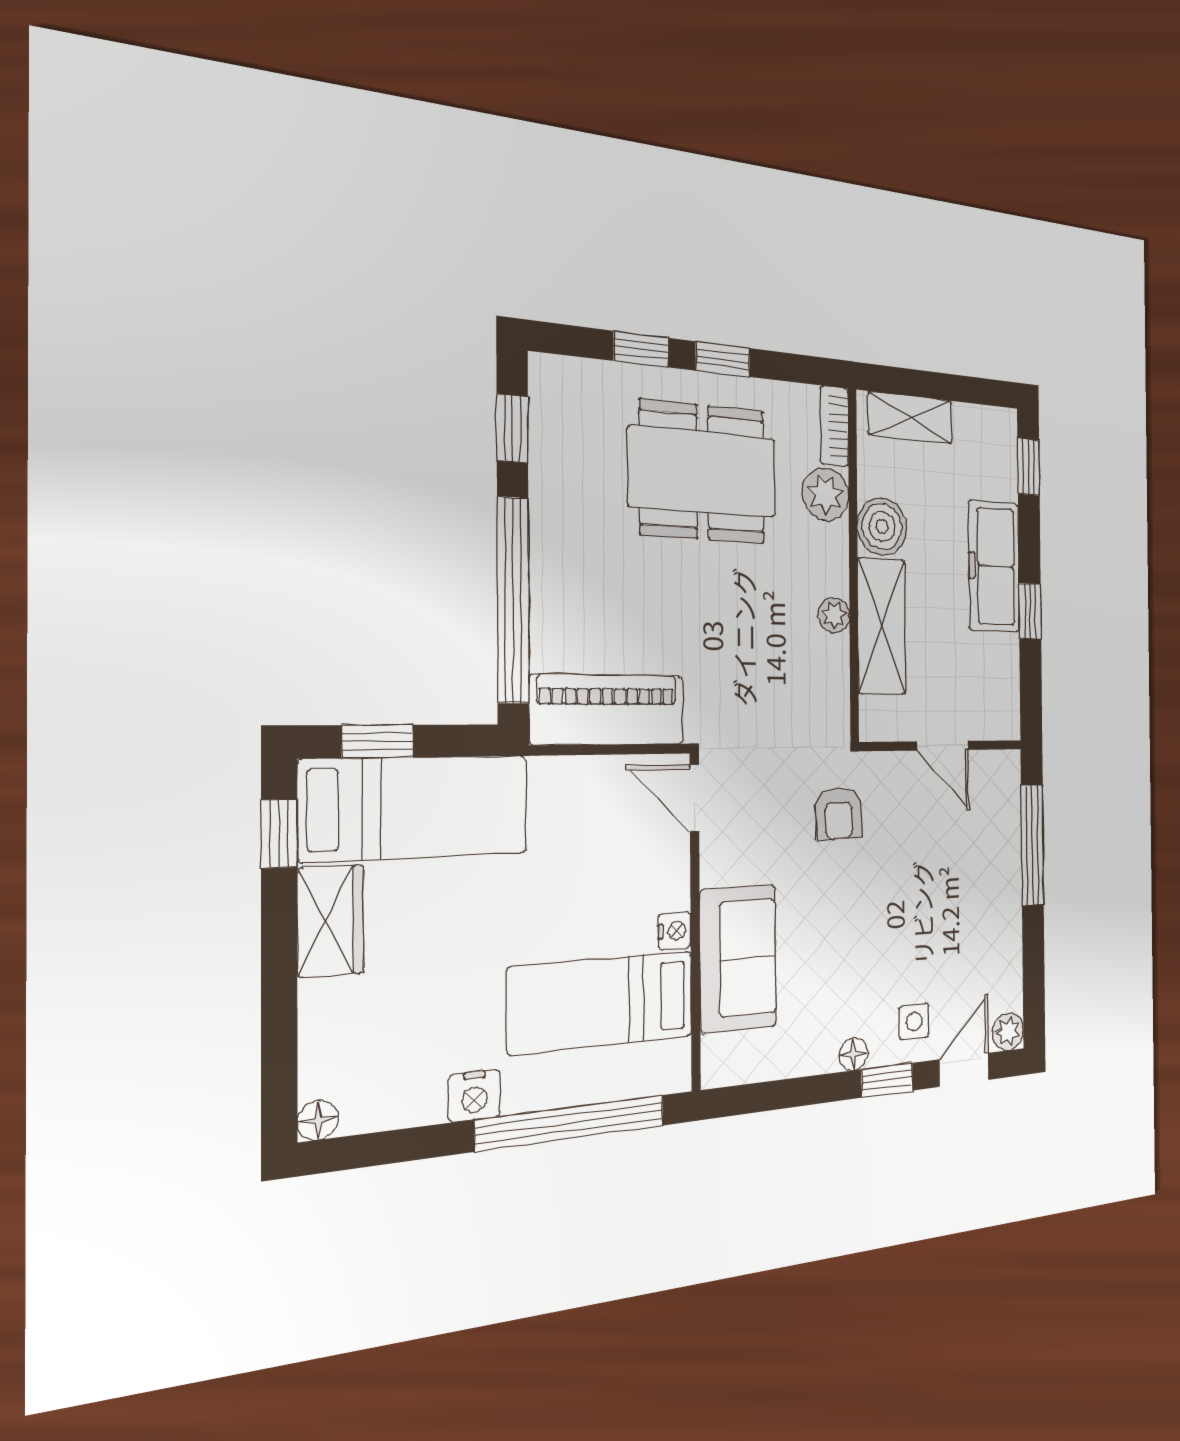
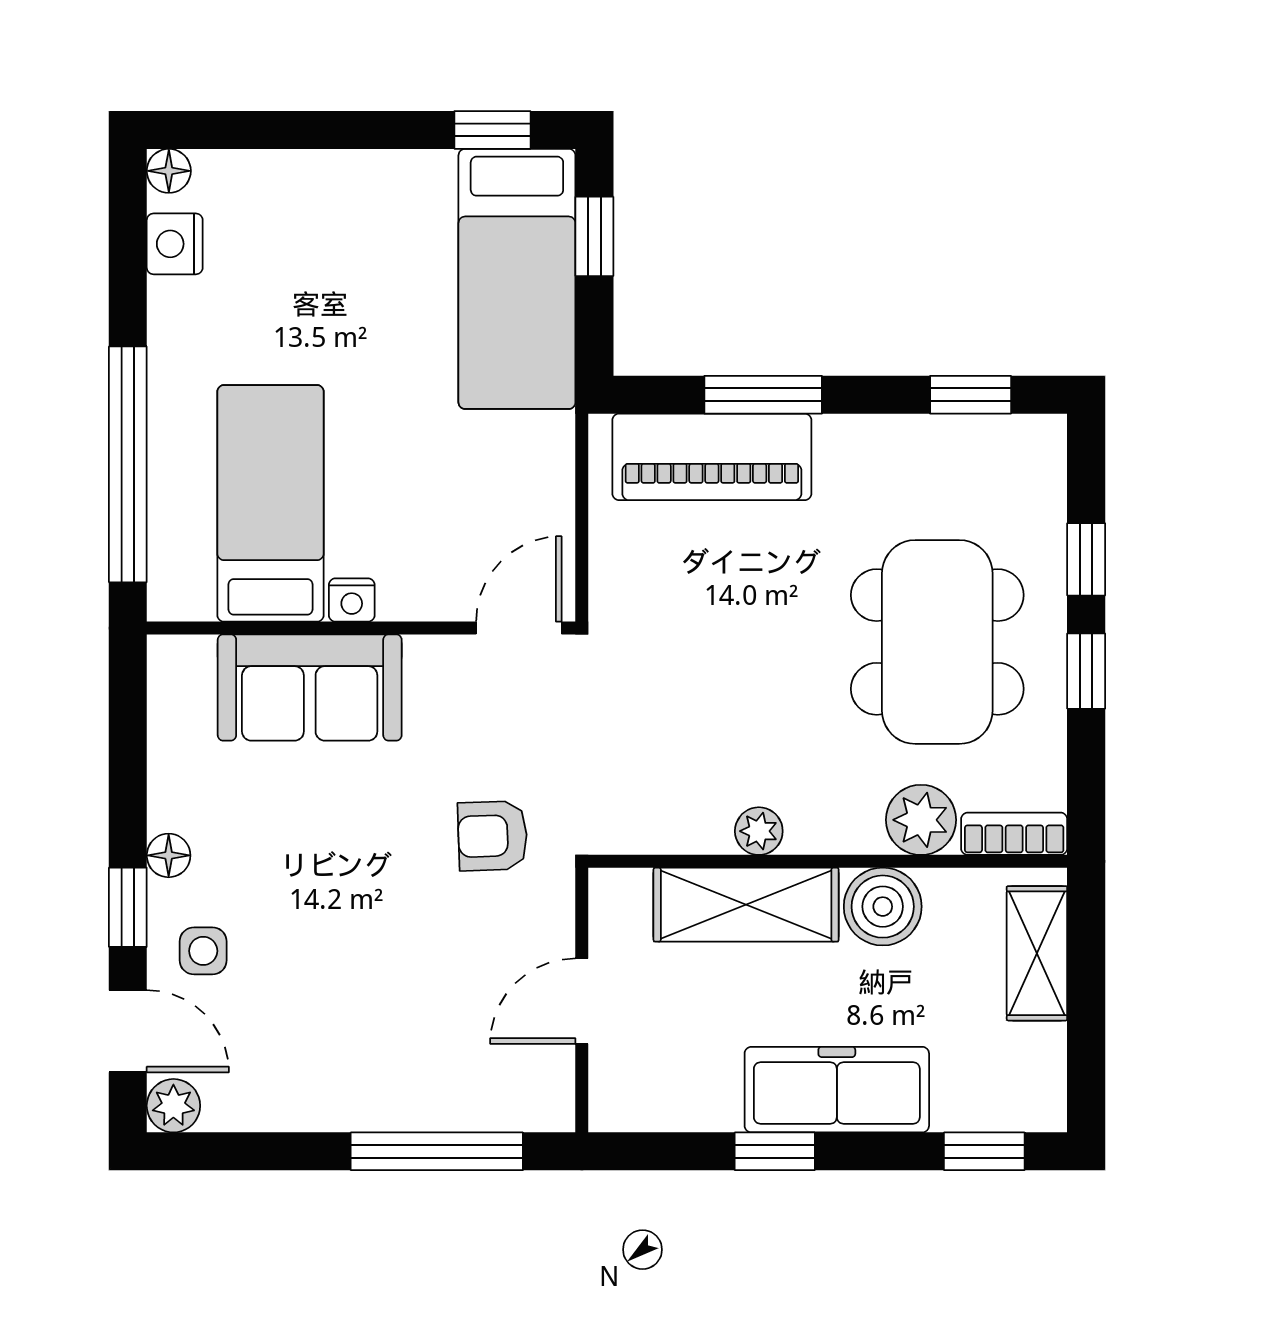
window: (513, 600) -> (763, 395), width x0.47
piano: (608, 710) -> (712, 457), moved, turned 90
wardrobe: (331, 921) -> (392, 185), removed
nightstand: (474, 1096) -> (175, 244), moved

